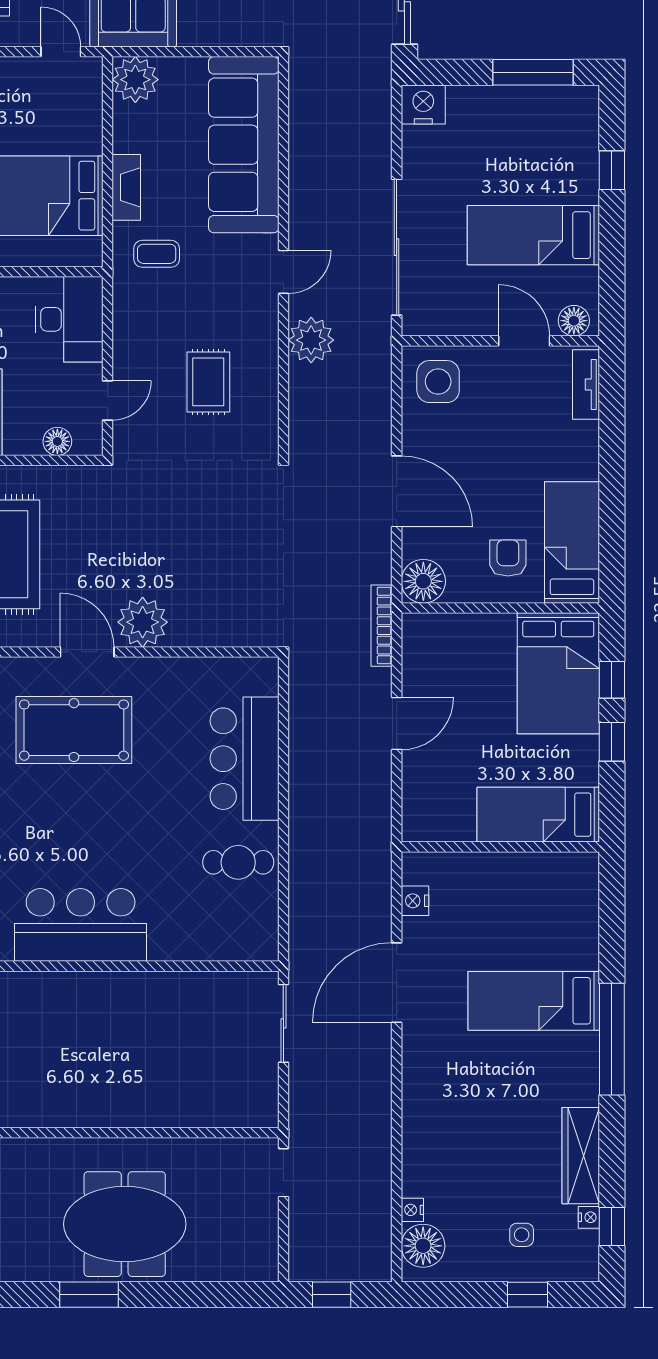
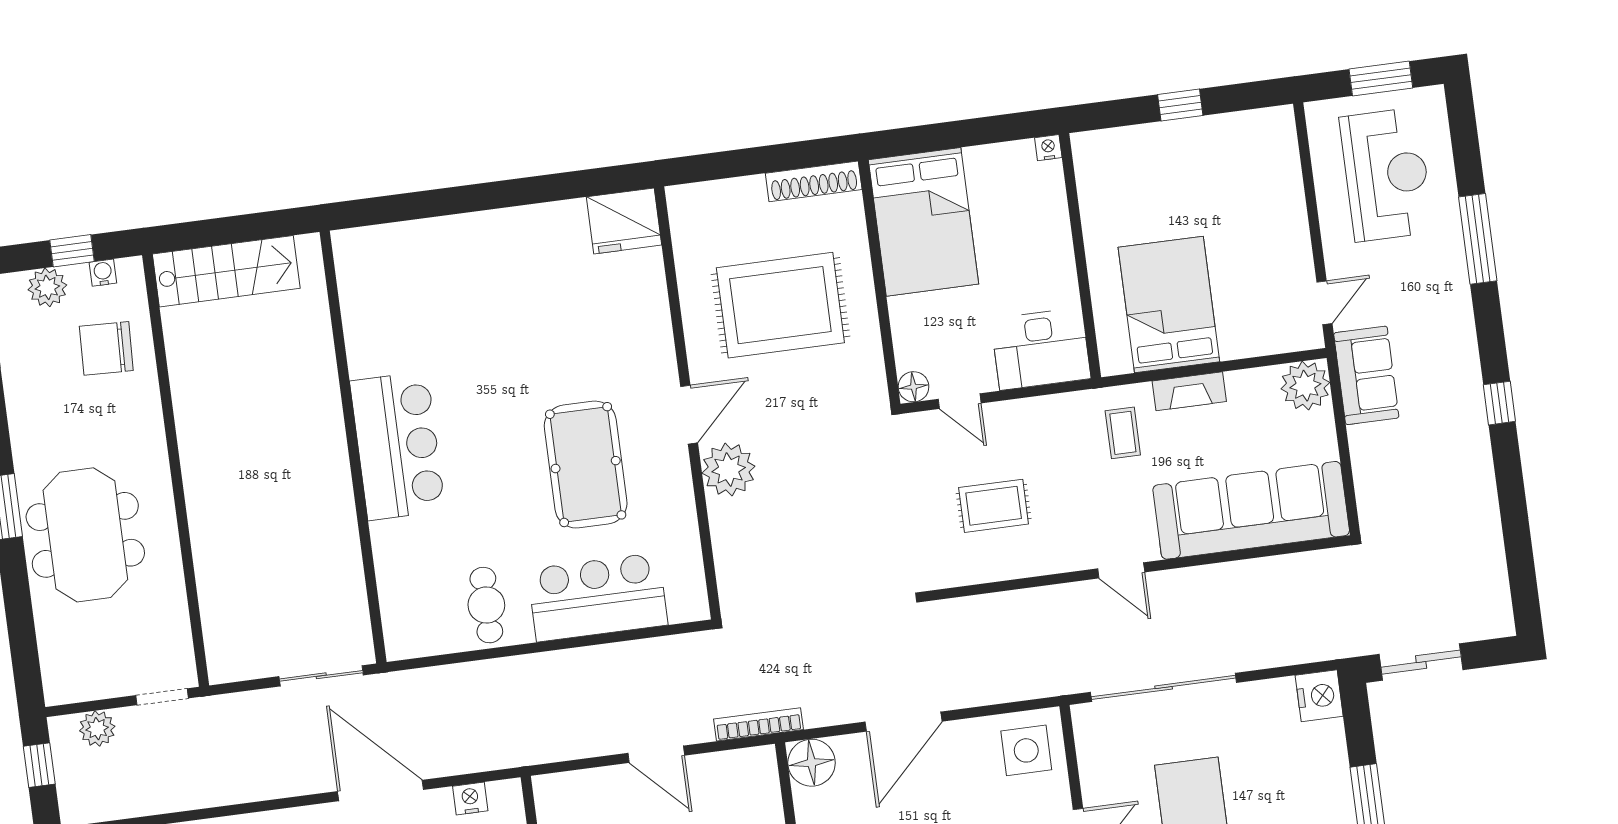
plant: (311, 340) -> (97, 729), moved, width x0.73, depth x0.73
floor lamp: (57, 441) -> (914, 387), moved
pool table: (74, 730) -> (586, 465), moved

